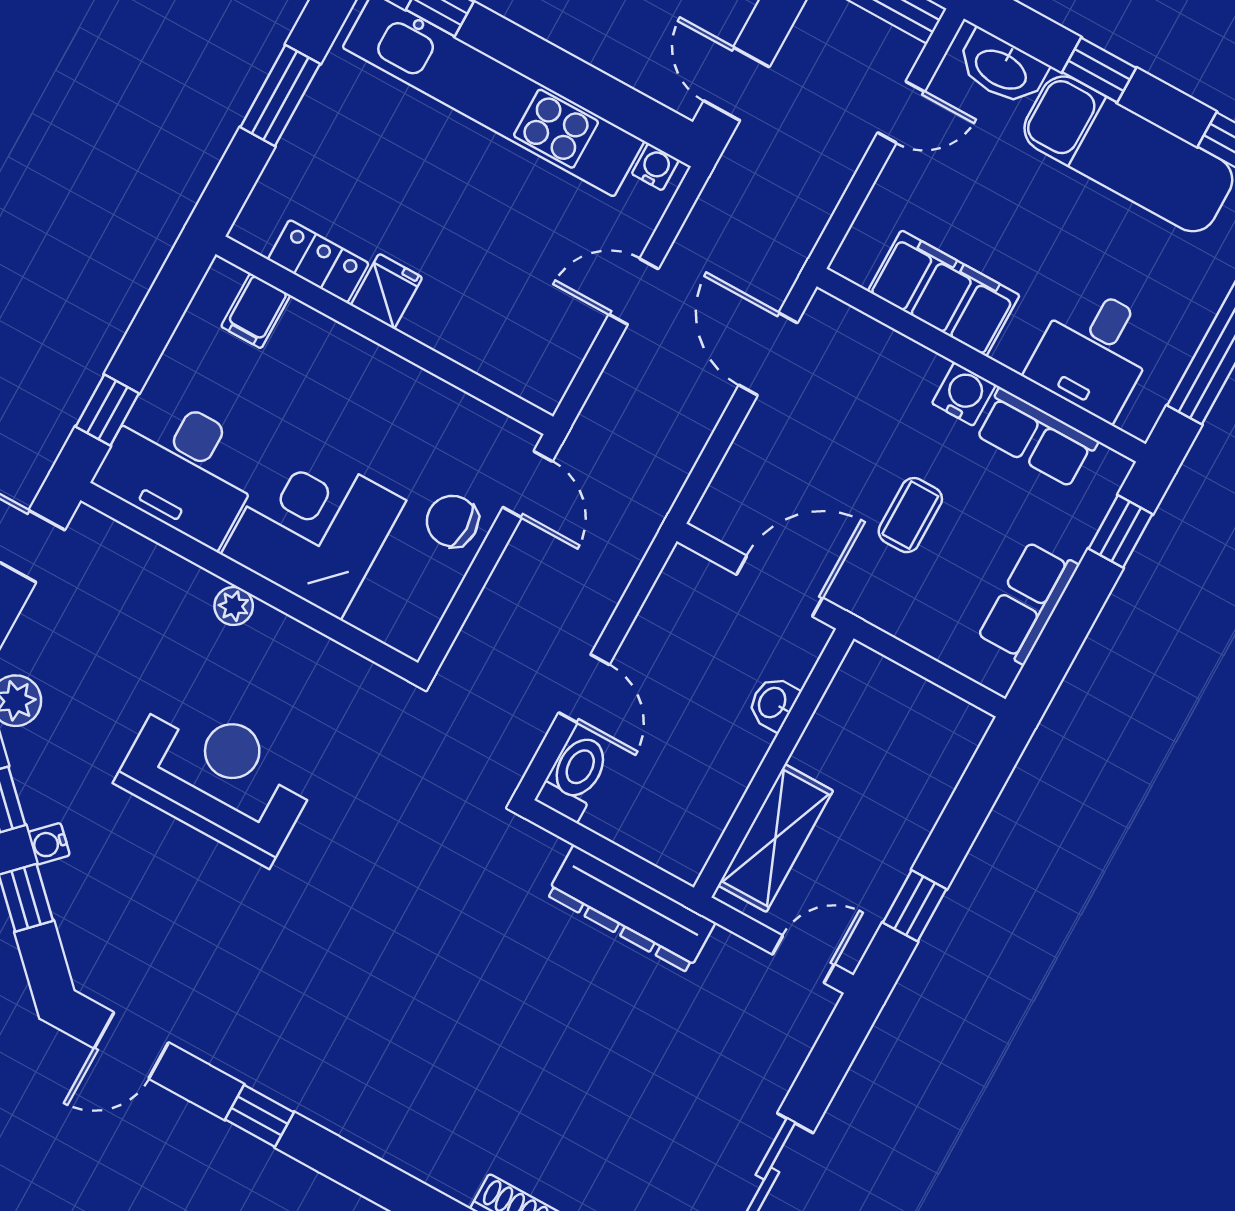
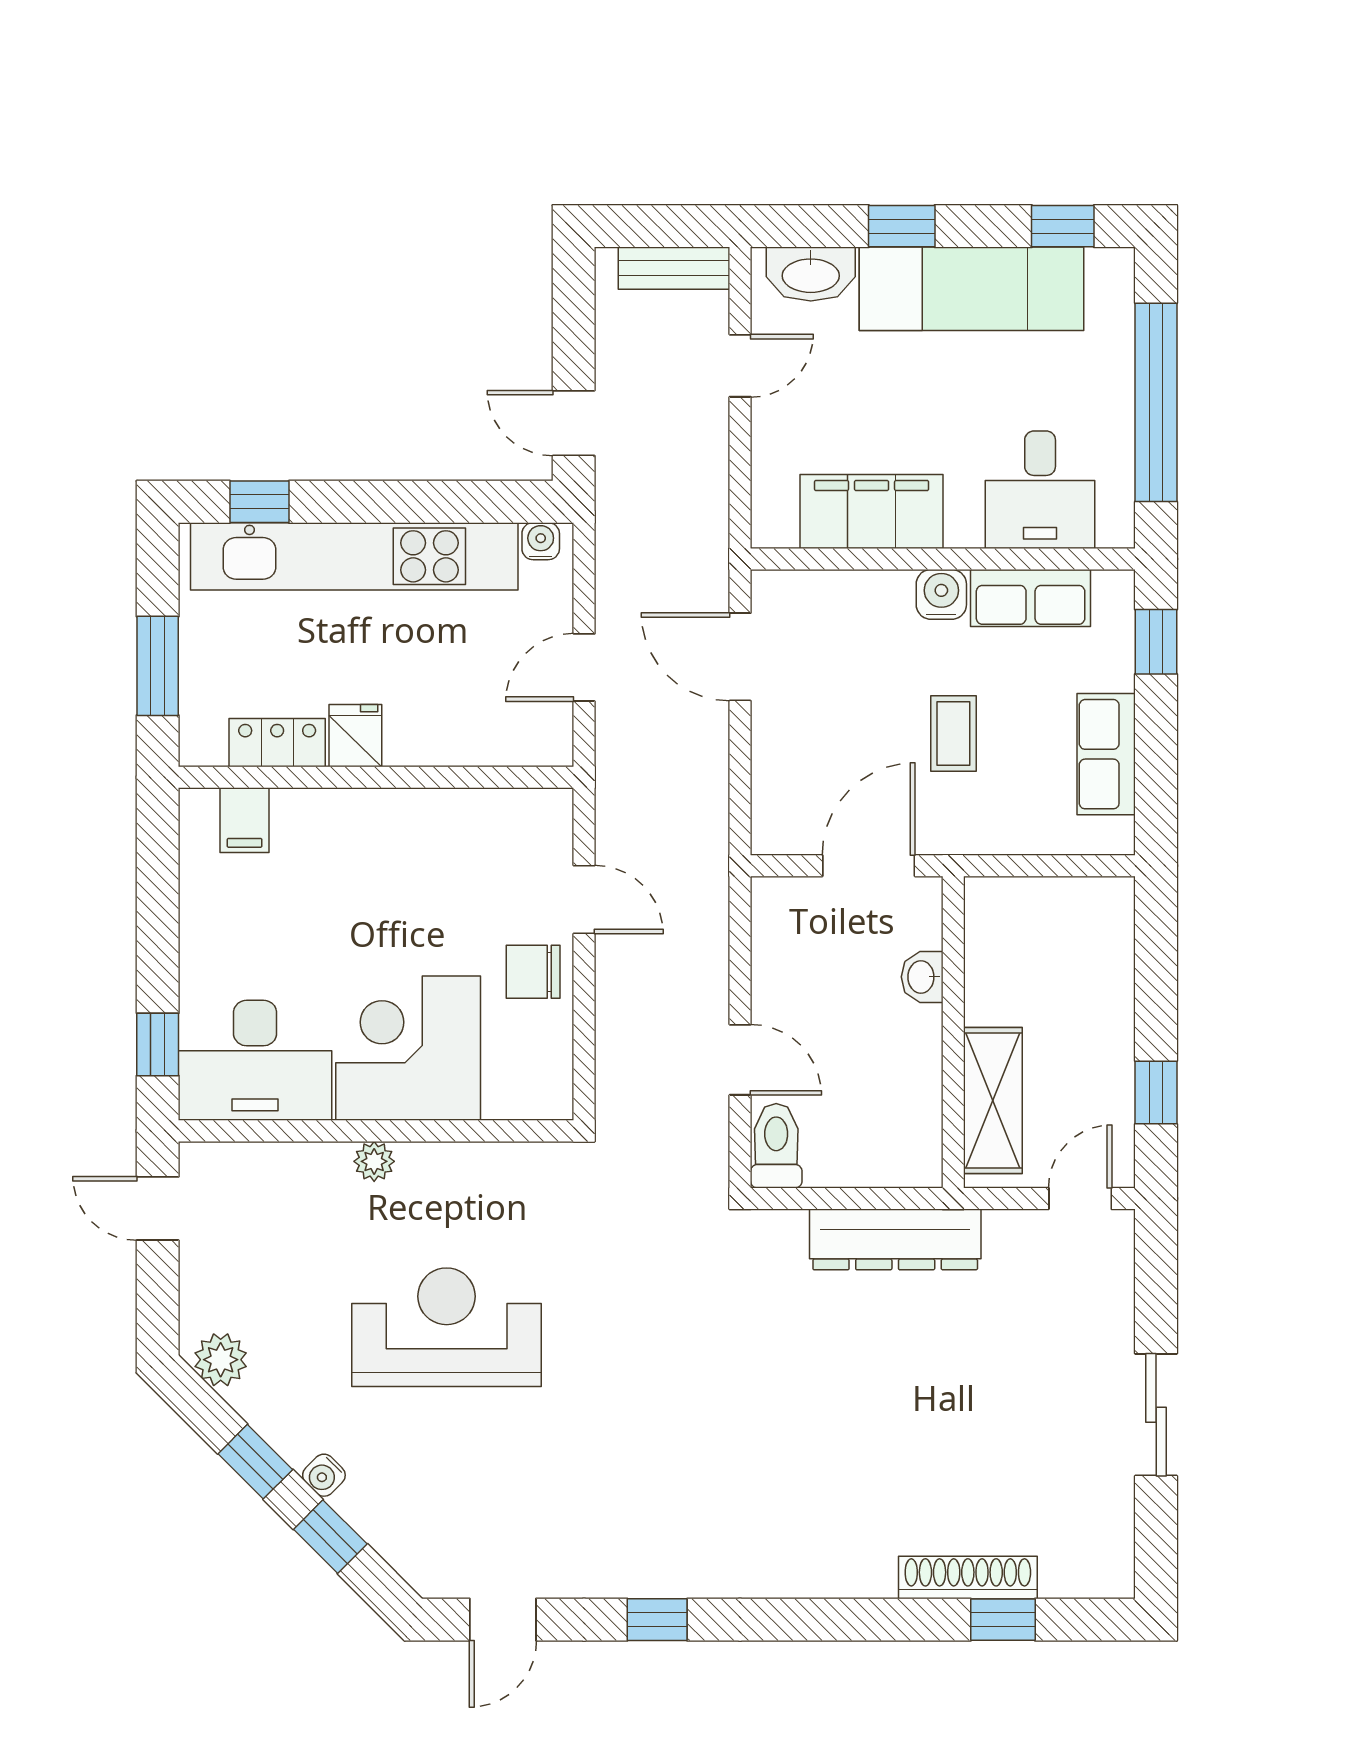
locker: (318, 261) -> (277, 743), moved
fridge: (387, 291) -> (355, 736), moved
filing cabinet: (256, 311) -> (245, 820), moved
wall: (385, 335) -> (376, 777), moved

